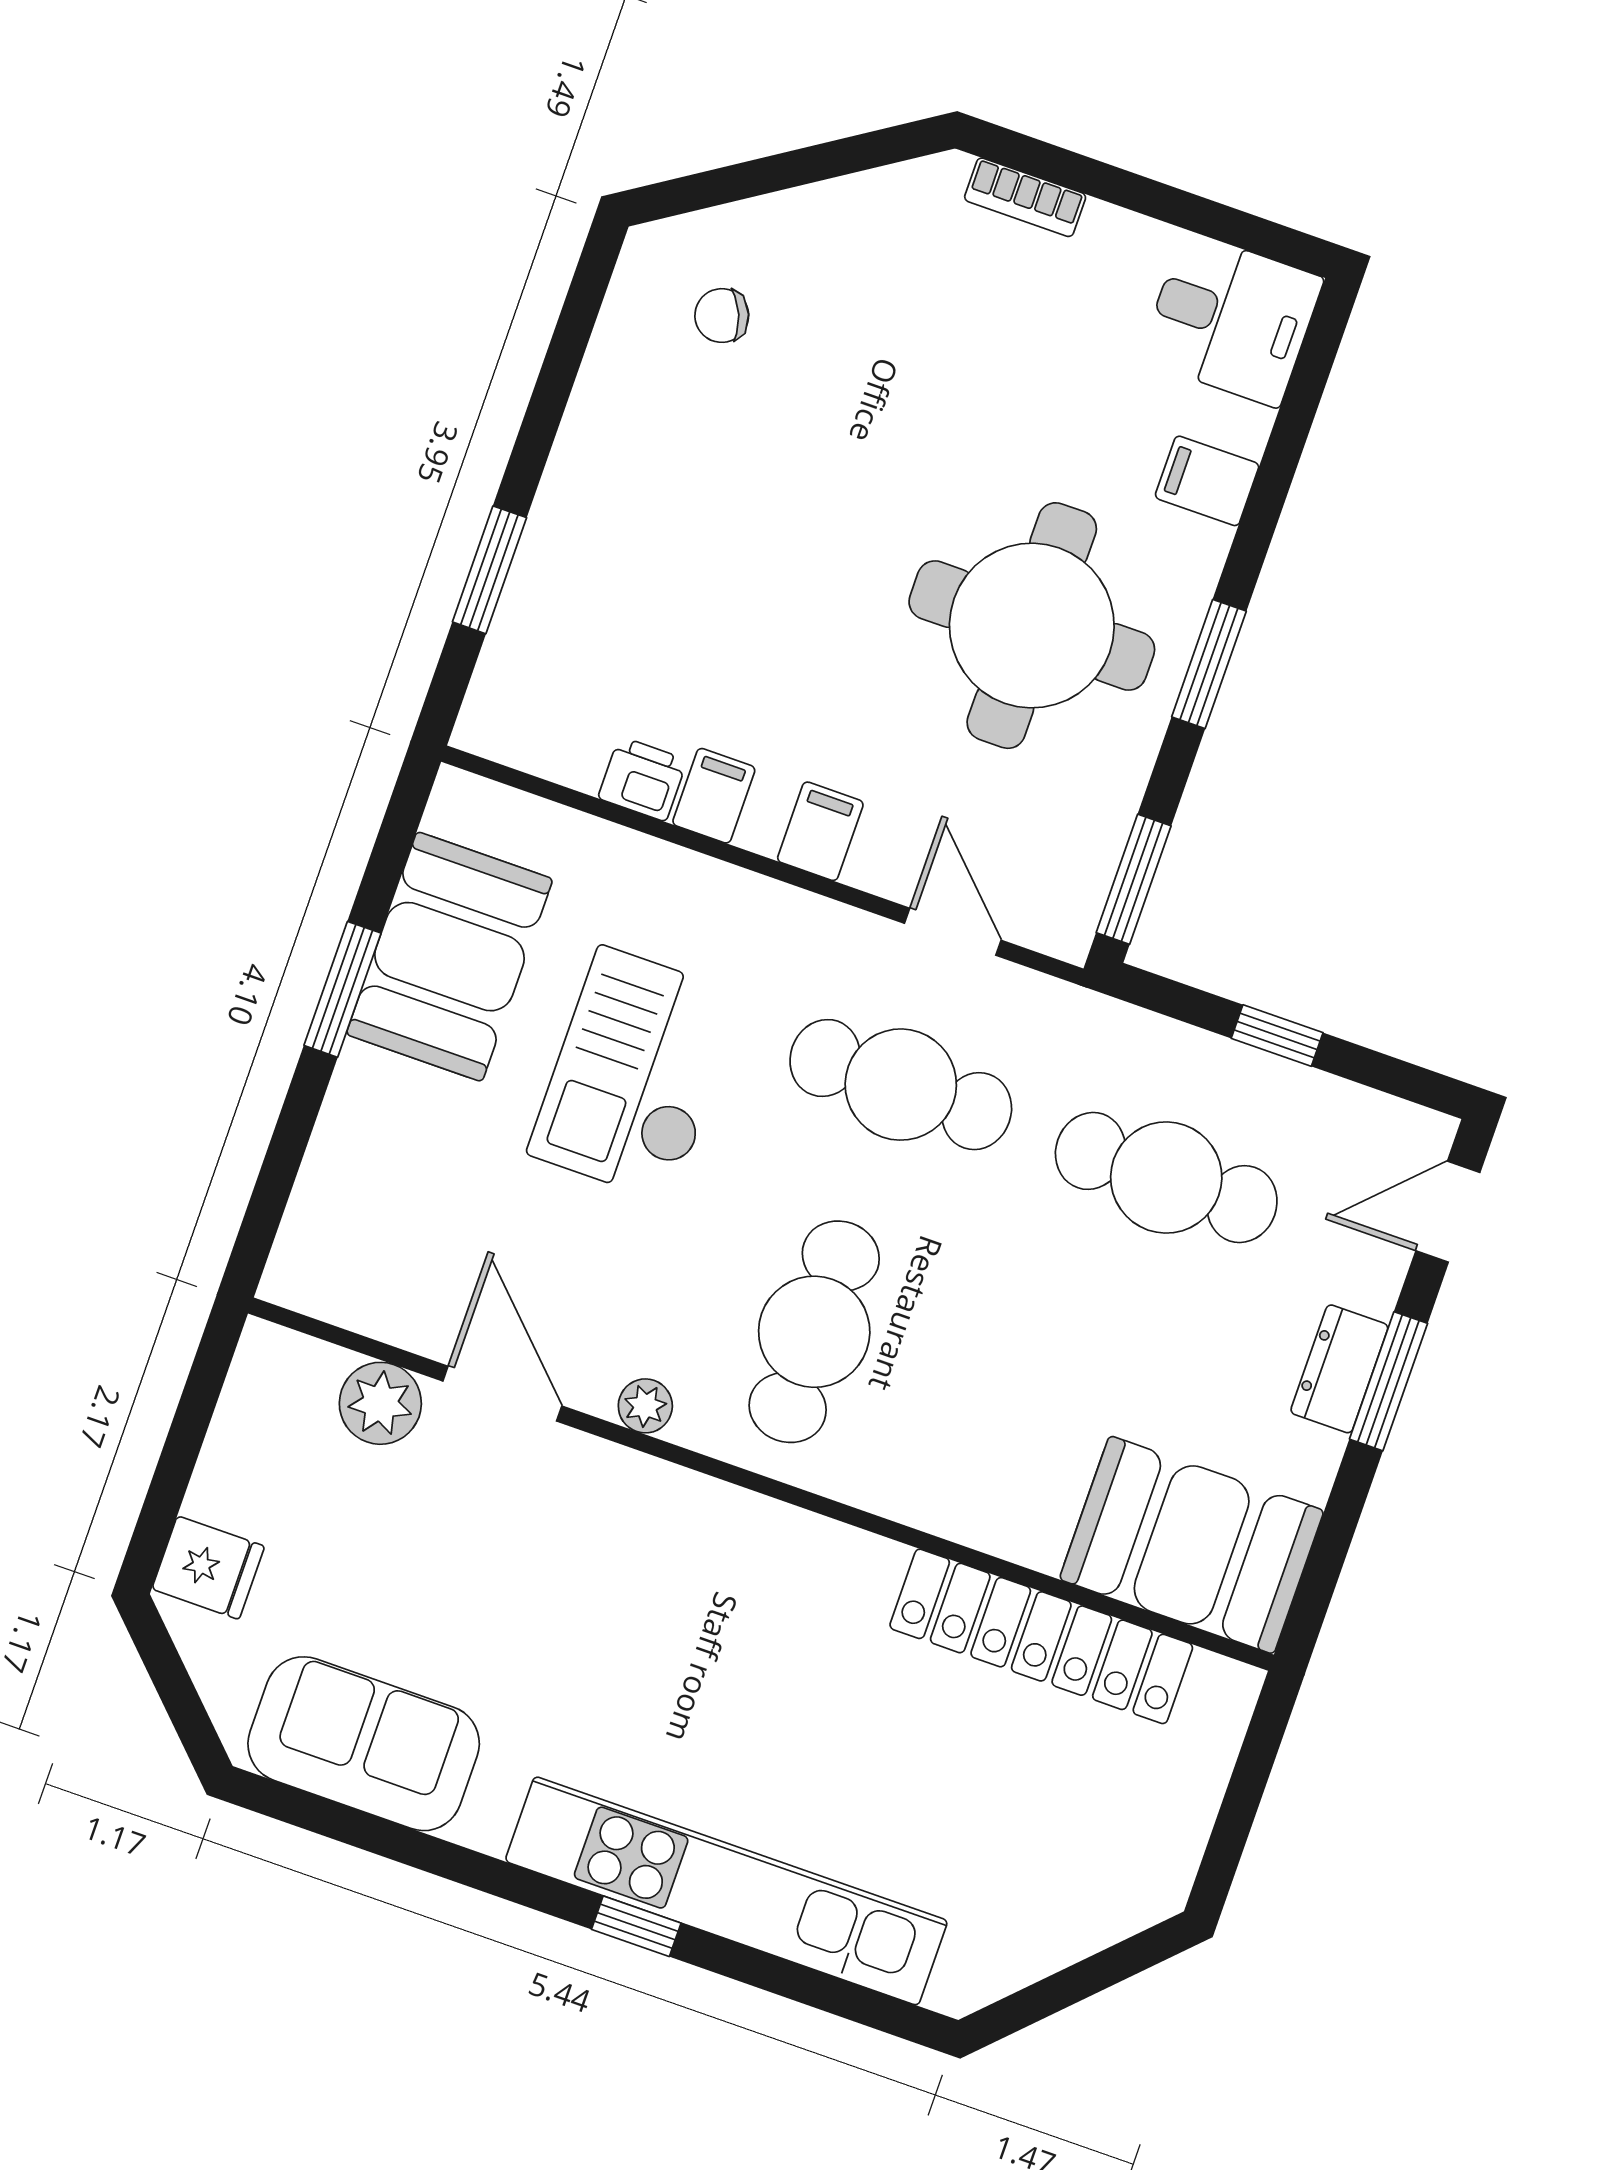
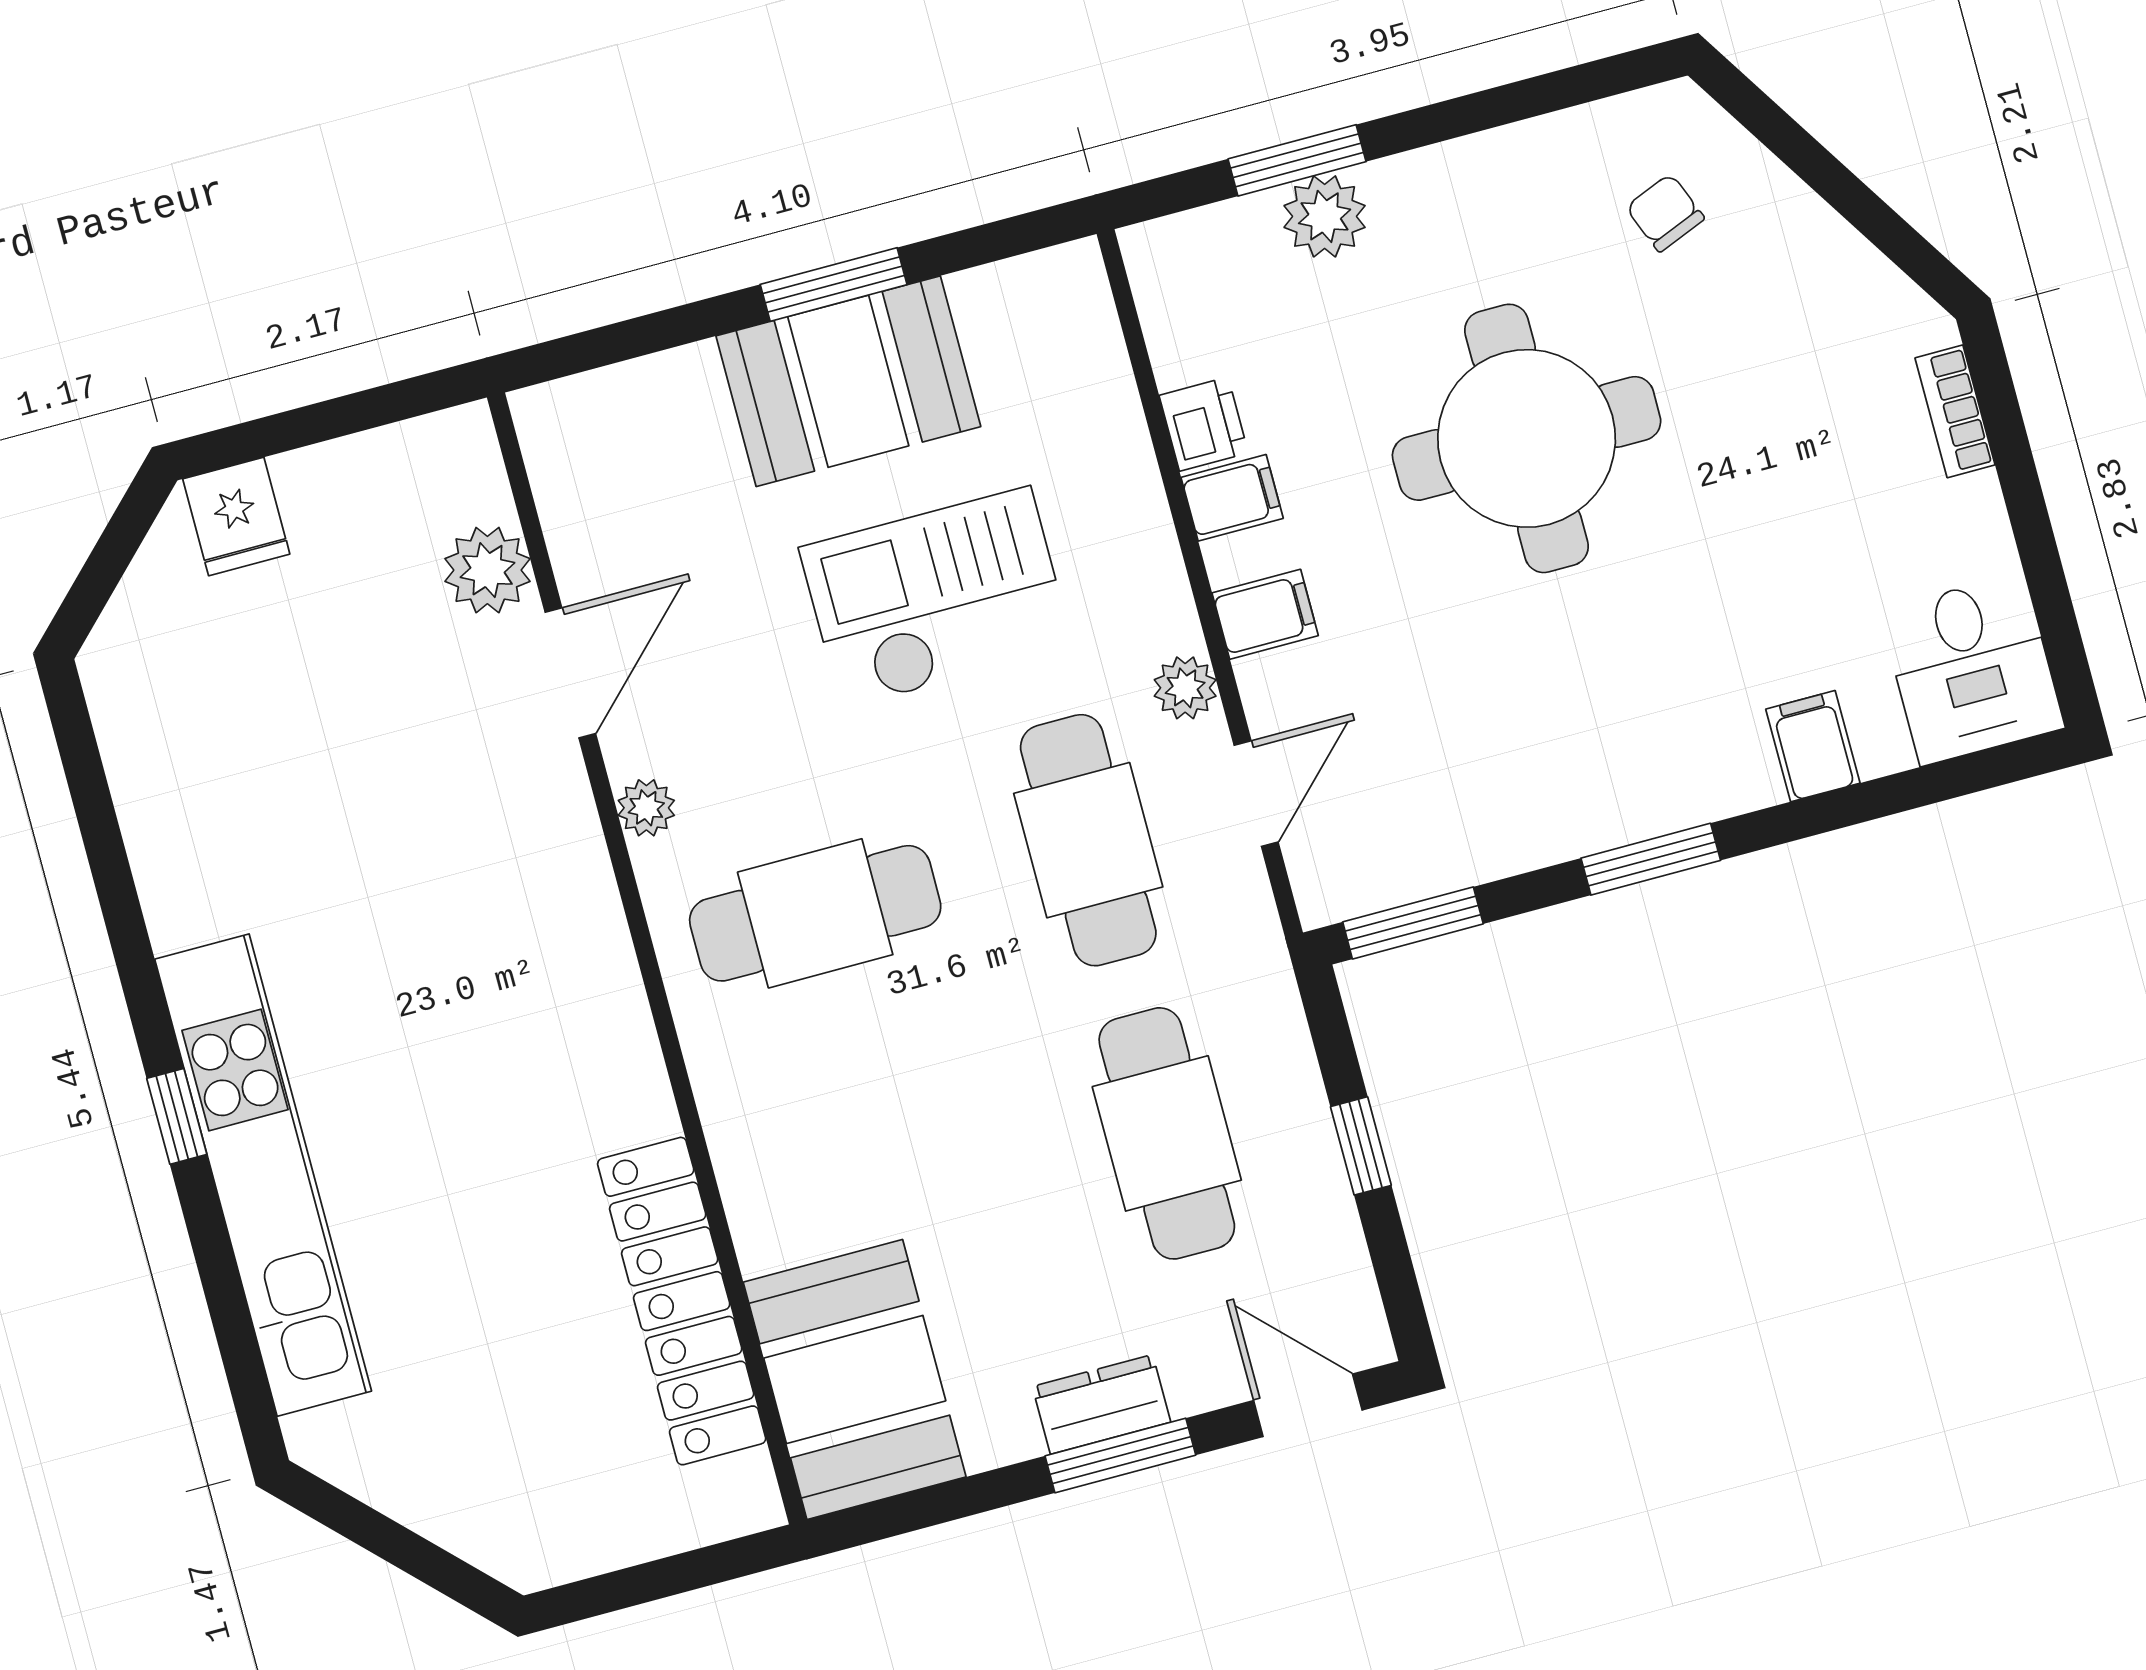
plant: (547, 578) -> (1325, 216), added
round table: (1032, 626) -> (1527, 438), moved
plant: (835, 931) -> (1185, 688), added
booth: (449, 957) -> (848, 381), moved
sofa: (364, 1744) -> (174, 762), removed

